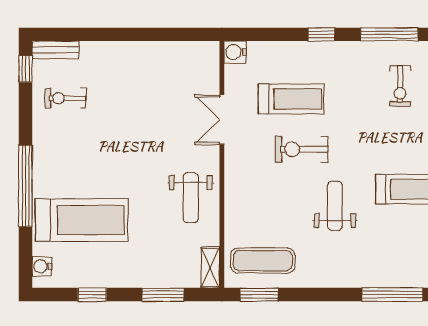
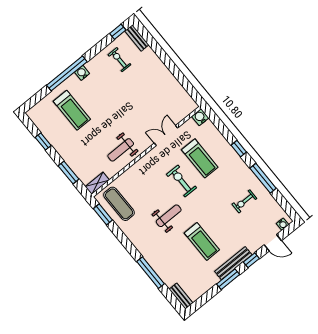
treadmill: (82, 220) -> (72, 110), width x0.73, depth x0.73
water cooler: (42, 266) -> (82, 73), moved

